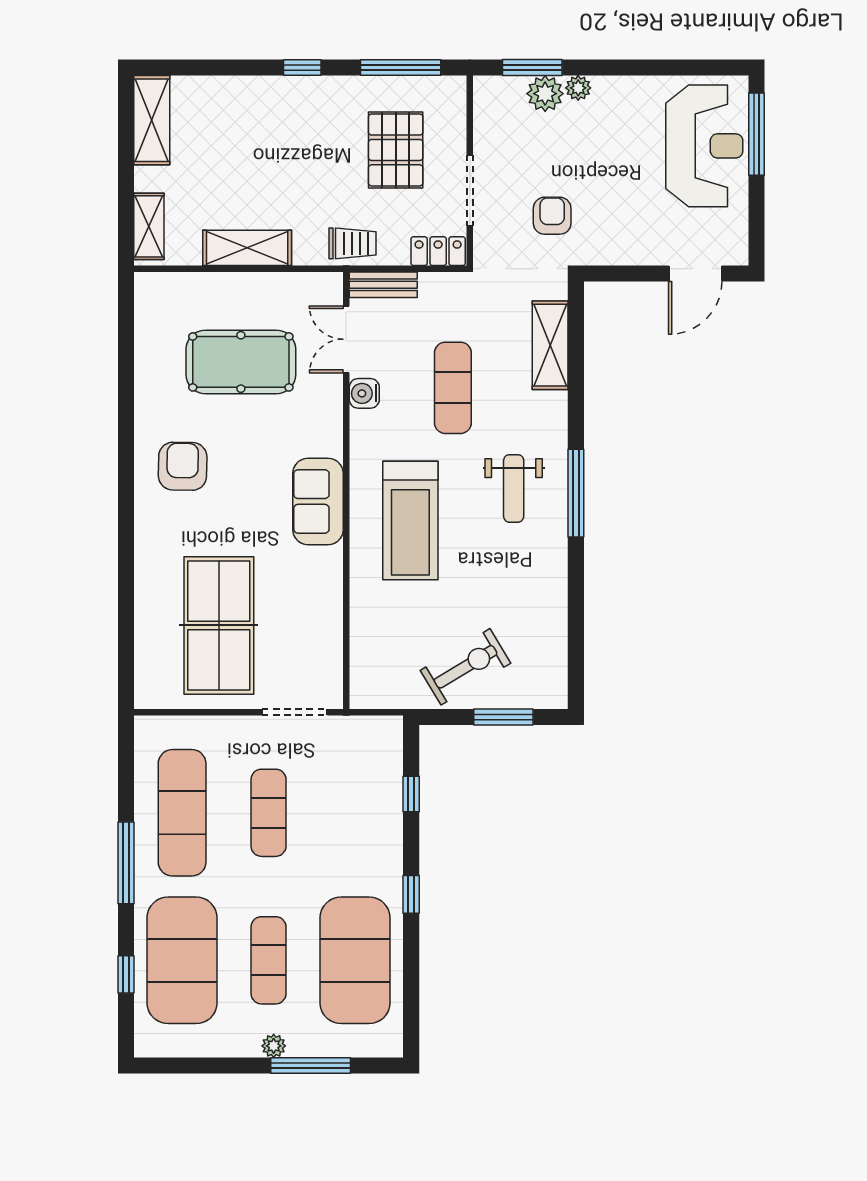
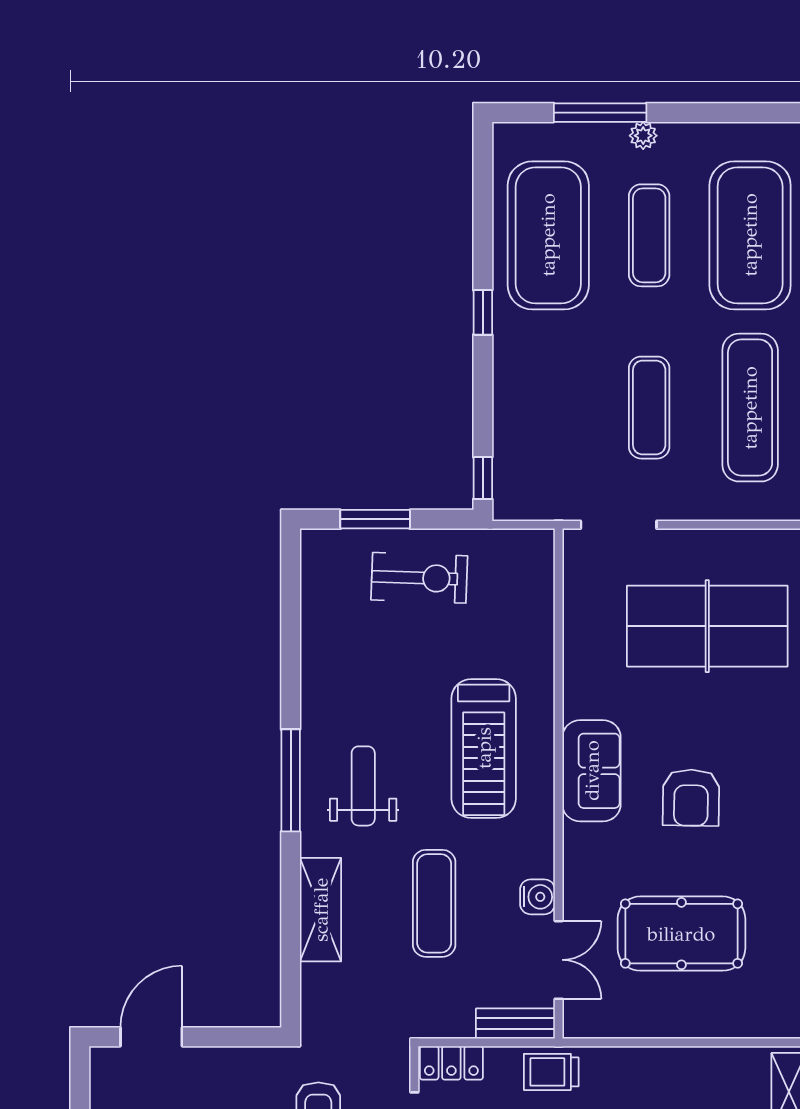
shelving: (247, 248) -> (674, 1067), removed
shelving: (550, 345) -> (321, 910), moved
armchair: (183, 466) -> (691, 798), moved
treadmill: (410, 521) -> (484, 748), turned 180
table tennis table: (219, 625) -> (707, 626), turned 90
exercise bike: (466, 667) -> (419, 578), turned -147
window: (411, 794) -> (483, 478), moved

